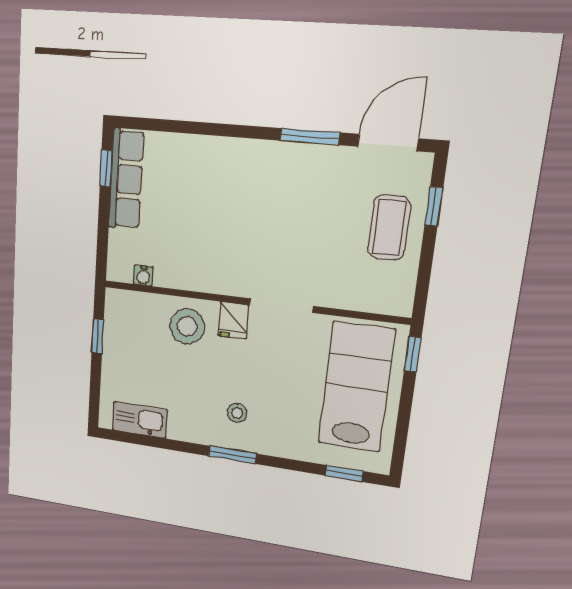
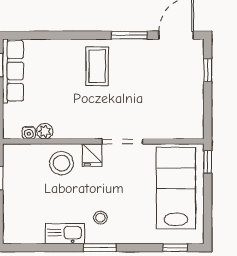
coffee table: (389, 228) -> (97, 66), moved
plant: (166, 276) -> (45, 131), added
kitchen sink: (140, 420) -> (65, 234), moved

